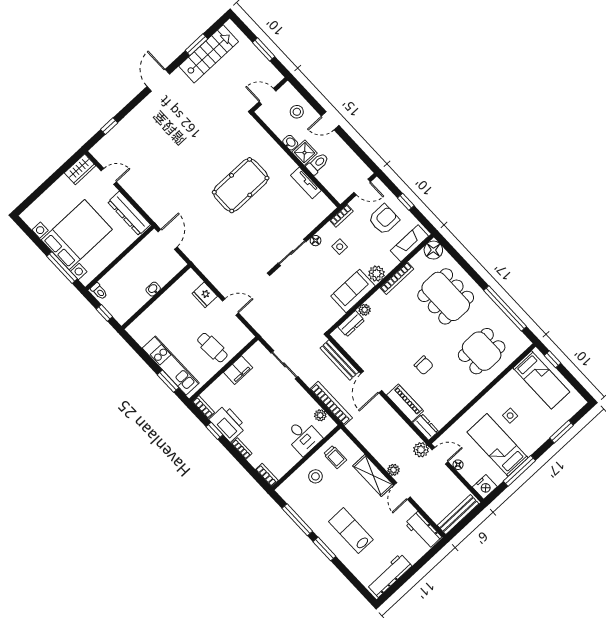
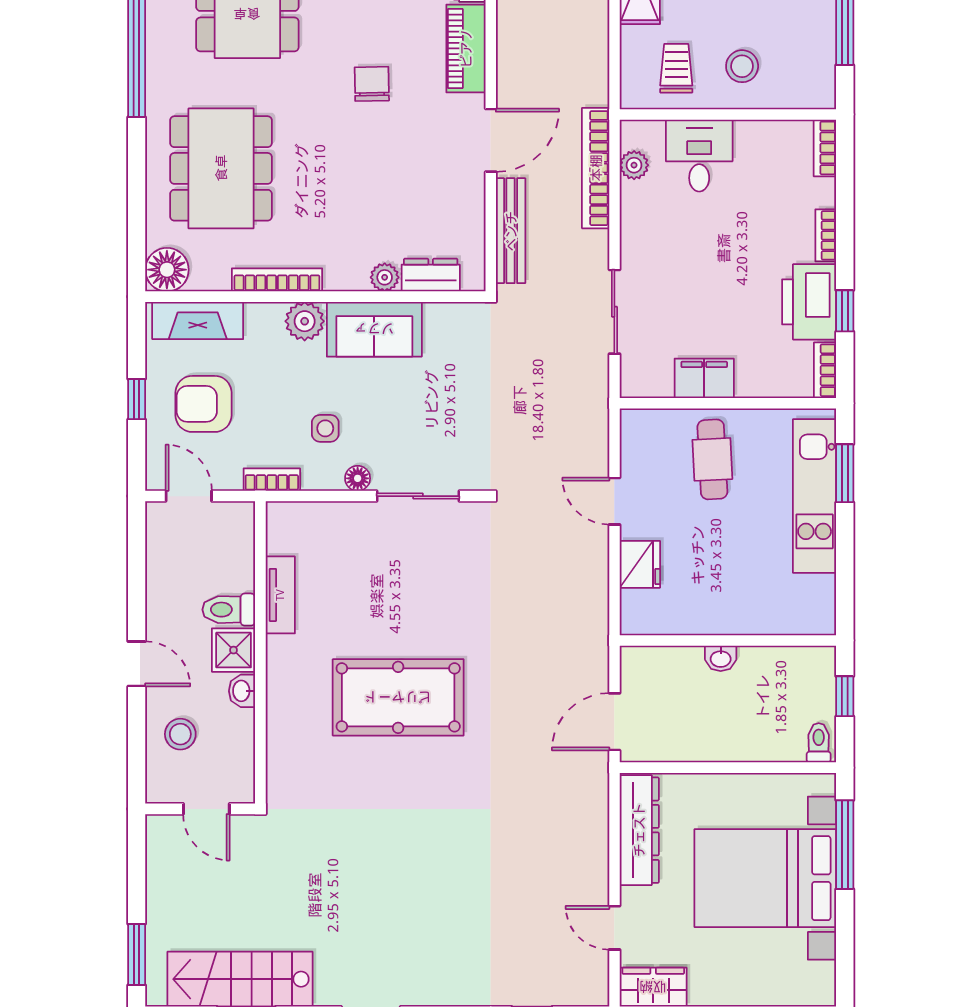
window: (264, 49) -> (137, 954), moved

